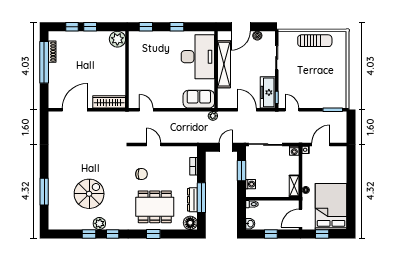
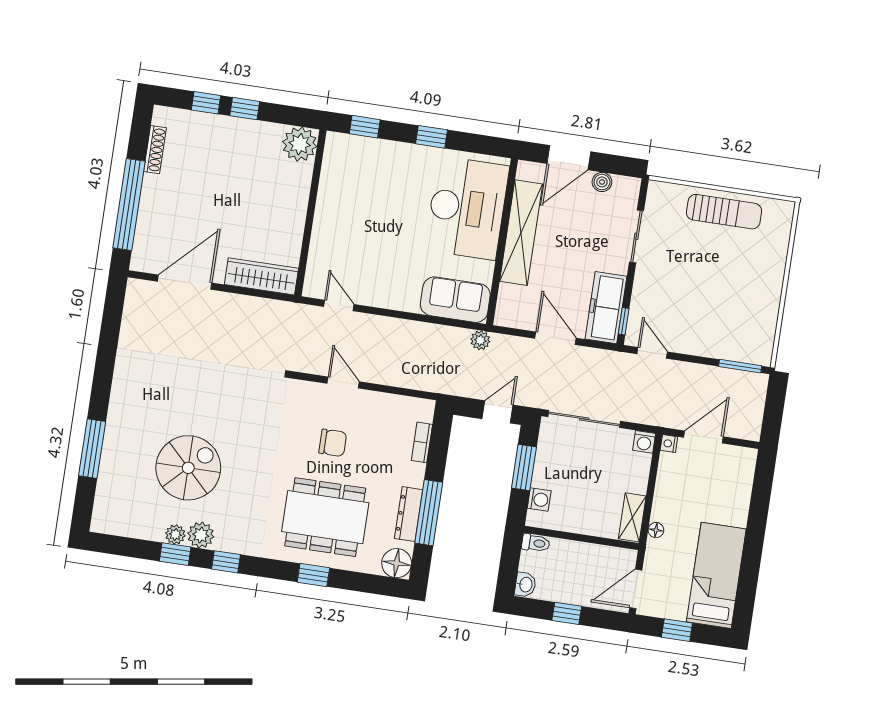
window: (44, 62) -> (129, 204), moved
chair: (142, 174) -> (333, 443), moved
bed: (331, 206) -> (716, 575), width x0.67
plant: (88, 225) -> (175, 534), added

